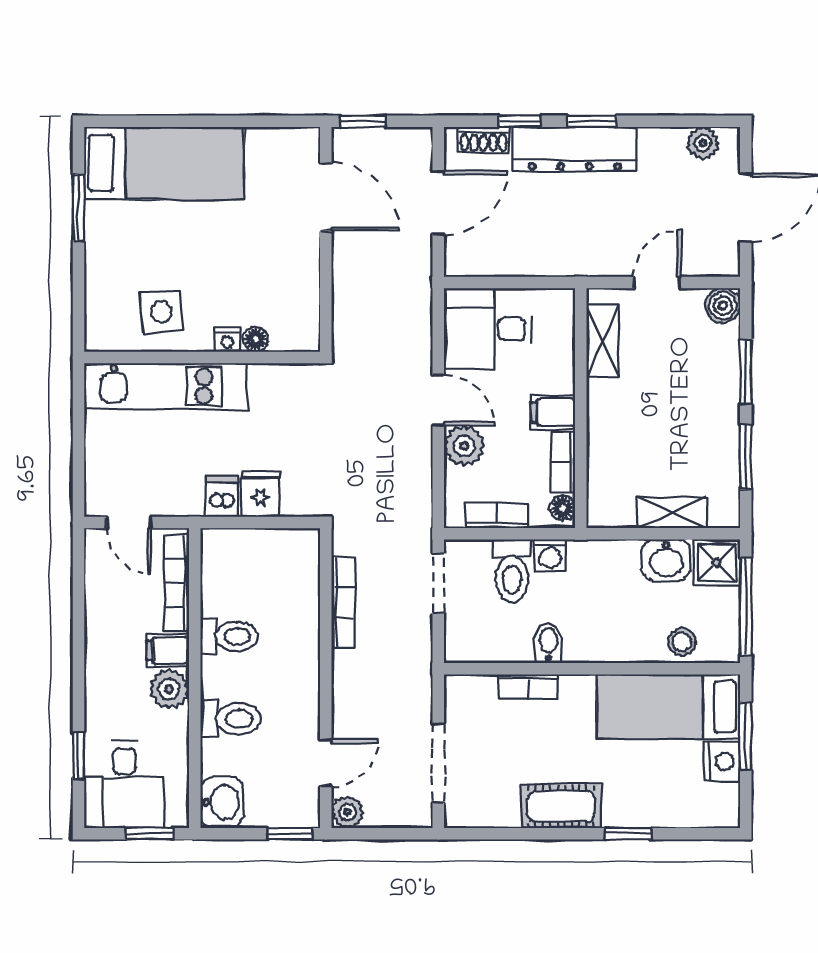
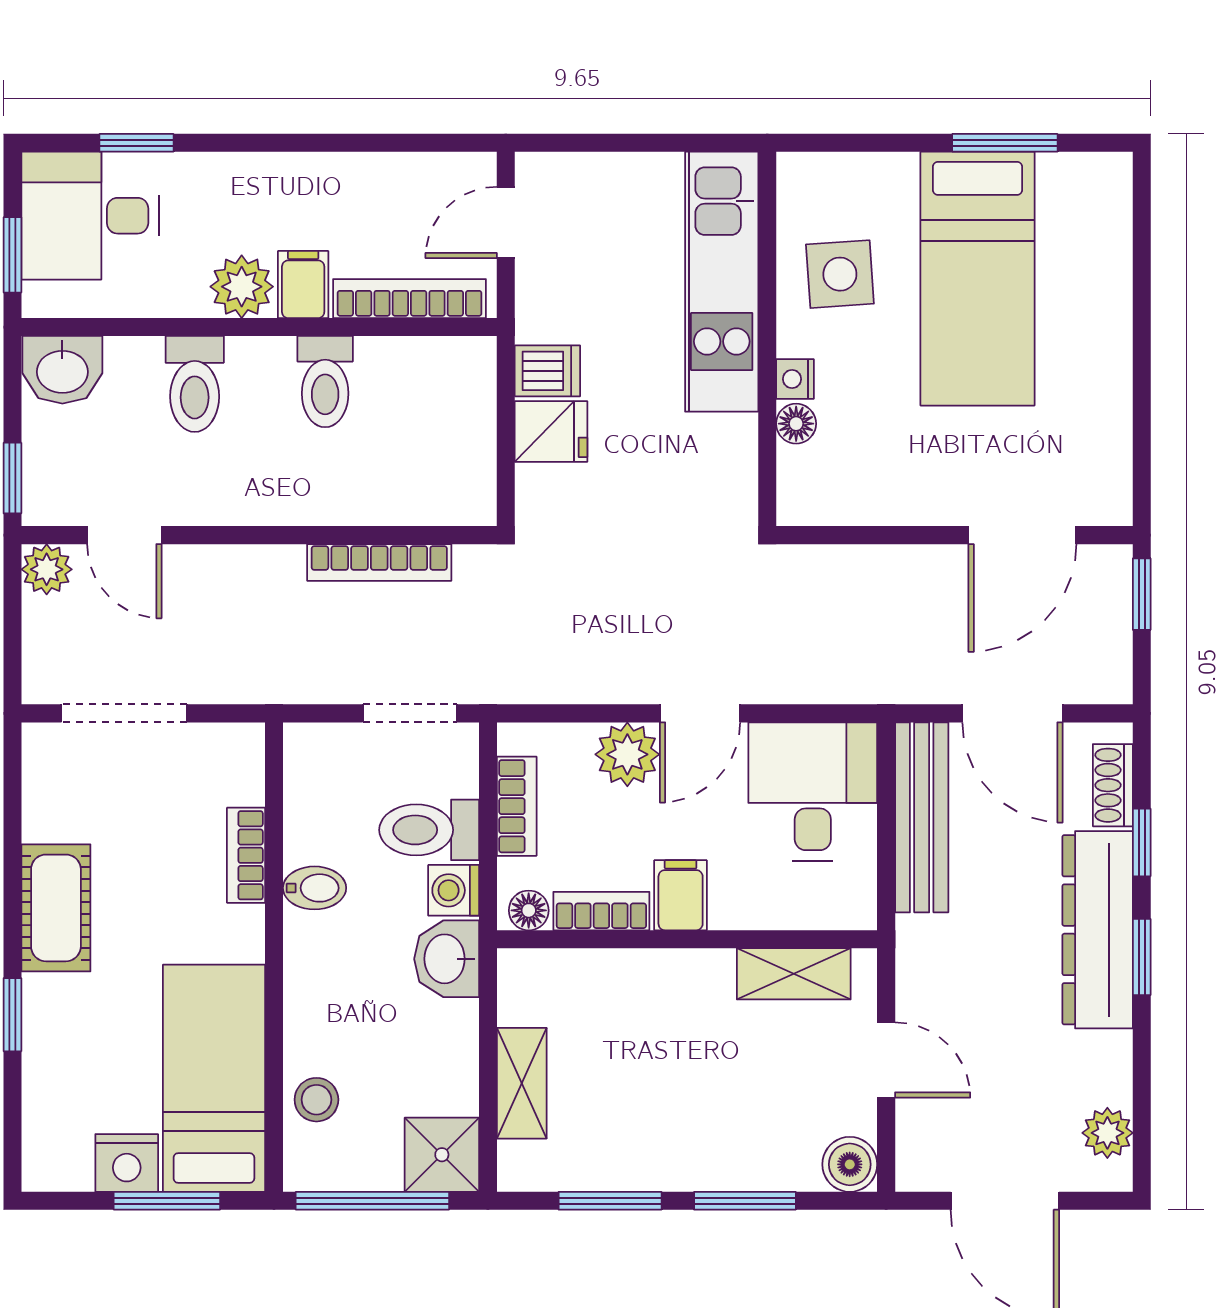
bed: (164, 163) -> (977, 279), moved
bench: (504, 260) -> (922, 817), added
washbasin: (666, 560) -> (447, 959), moved

